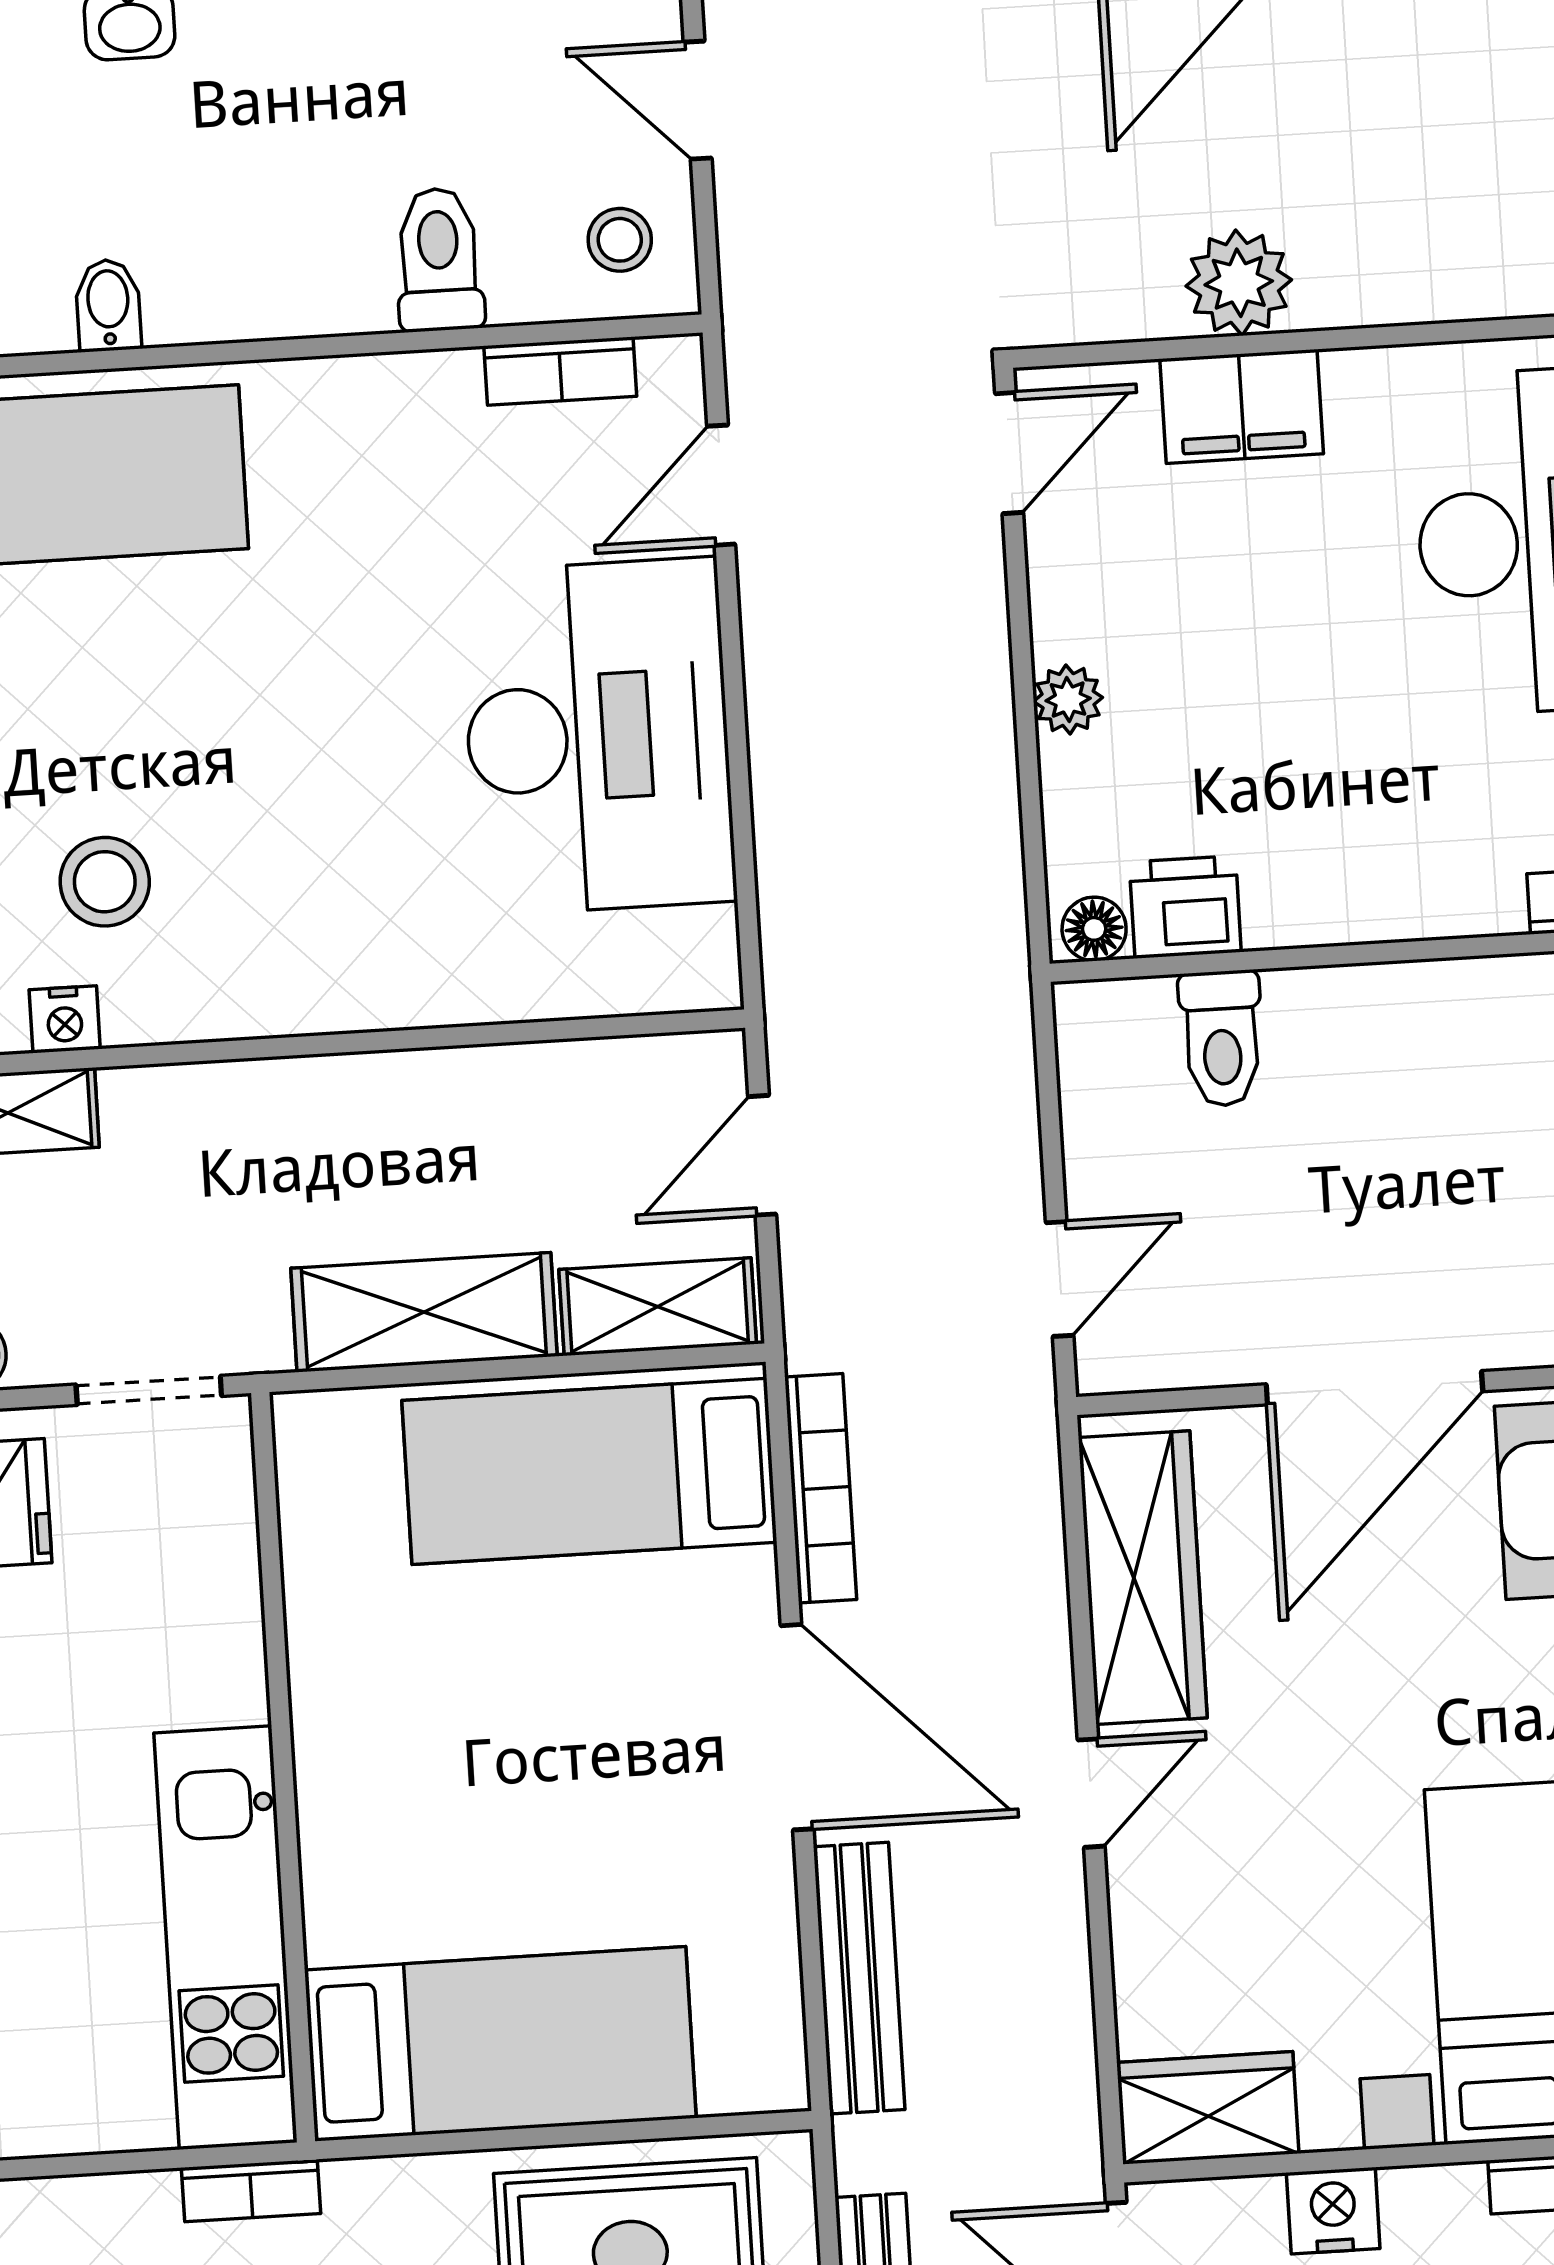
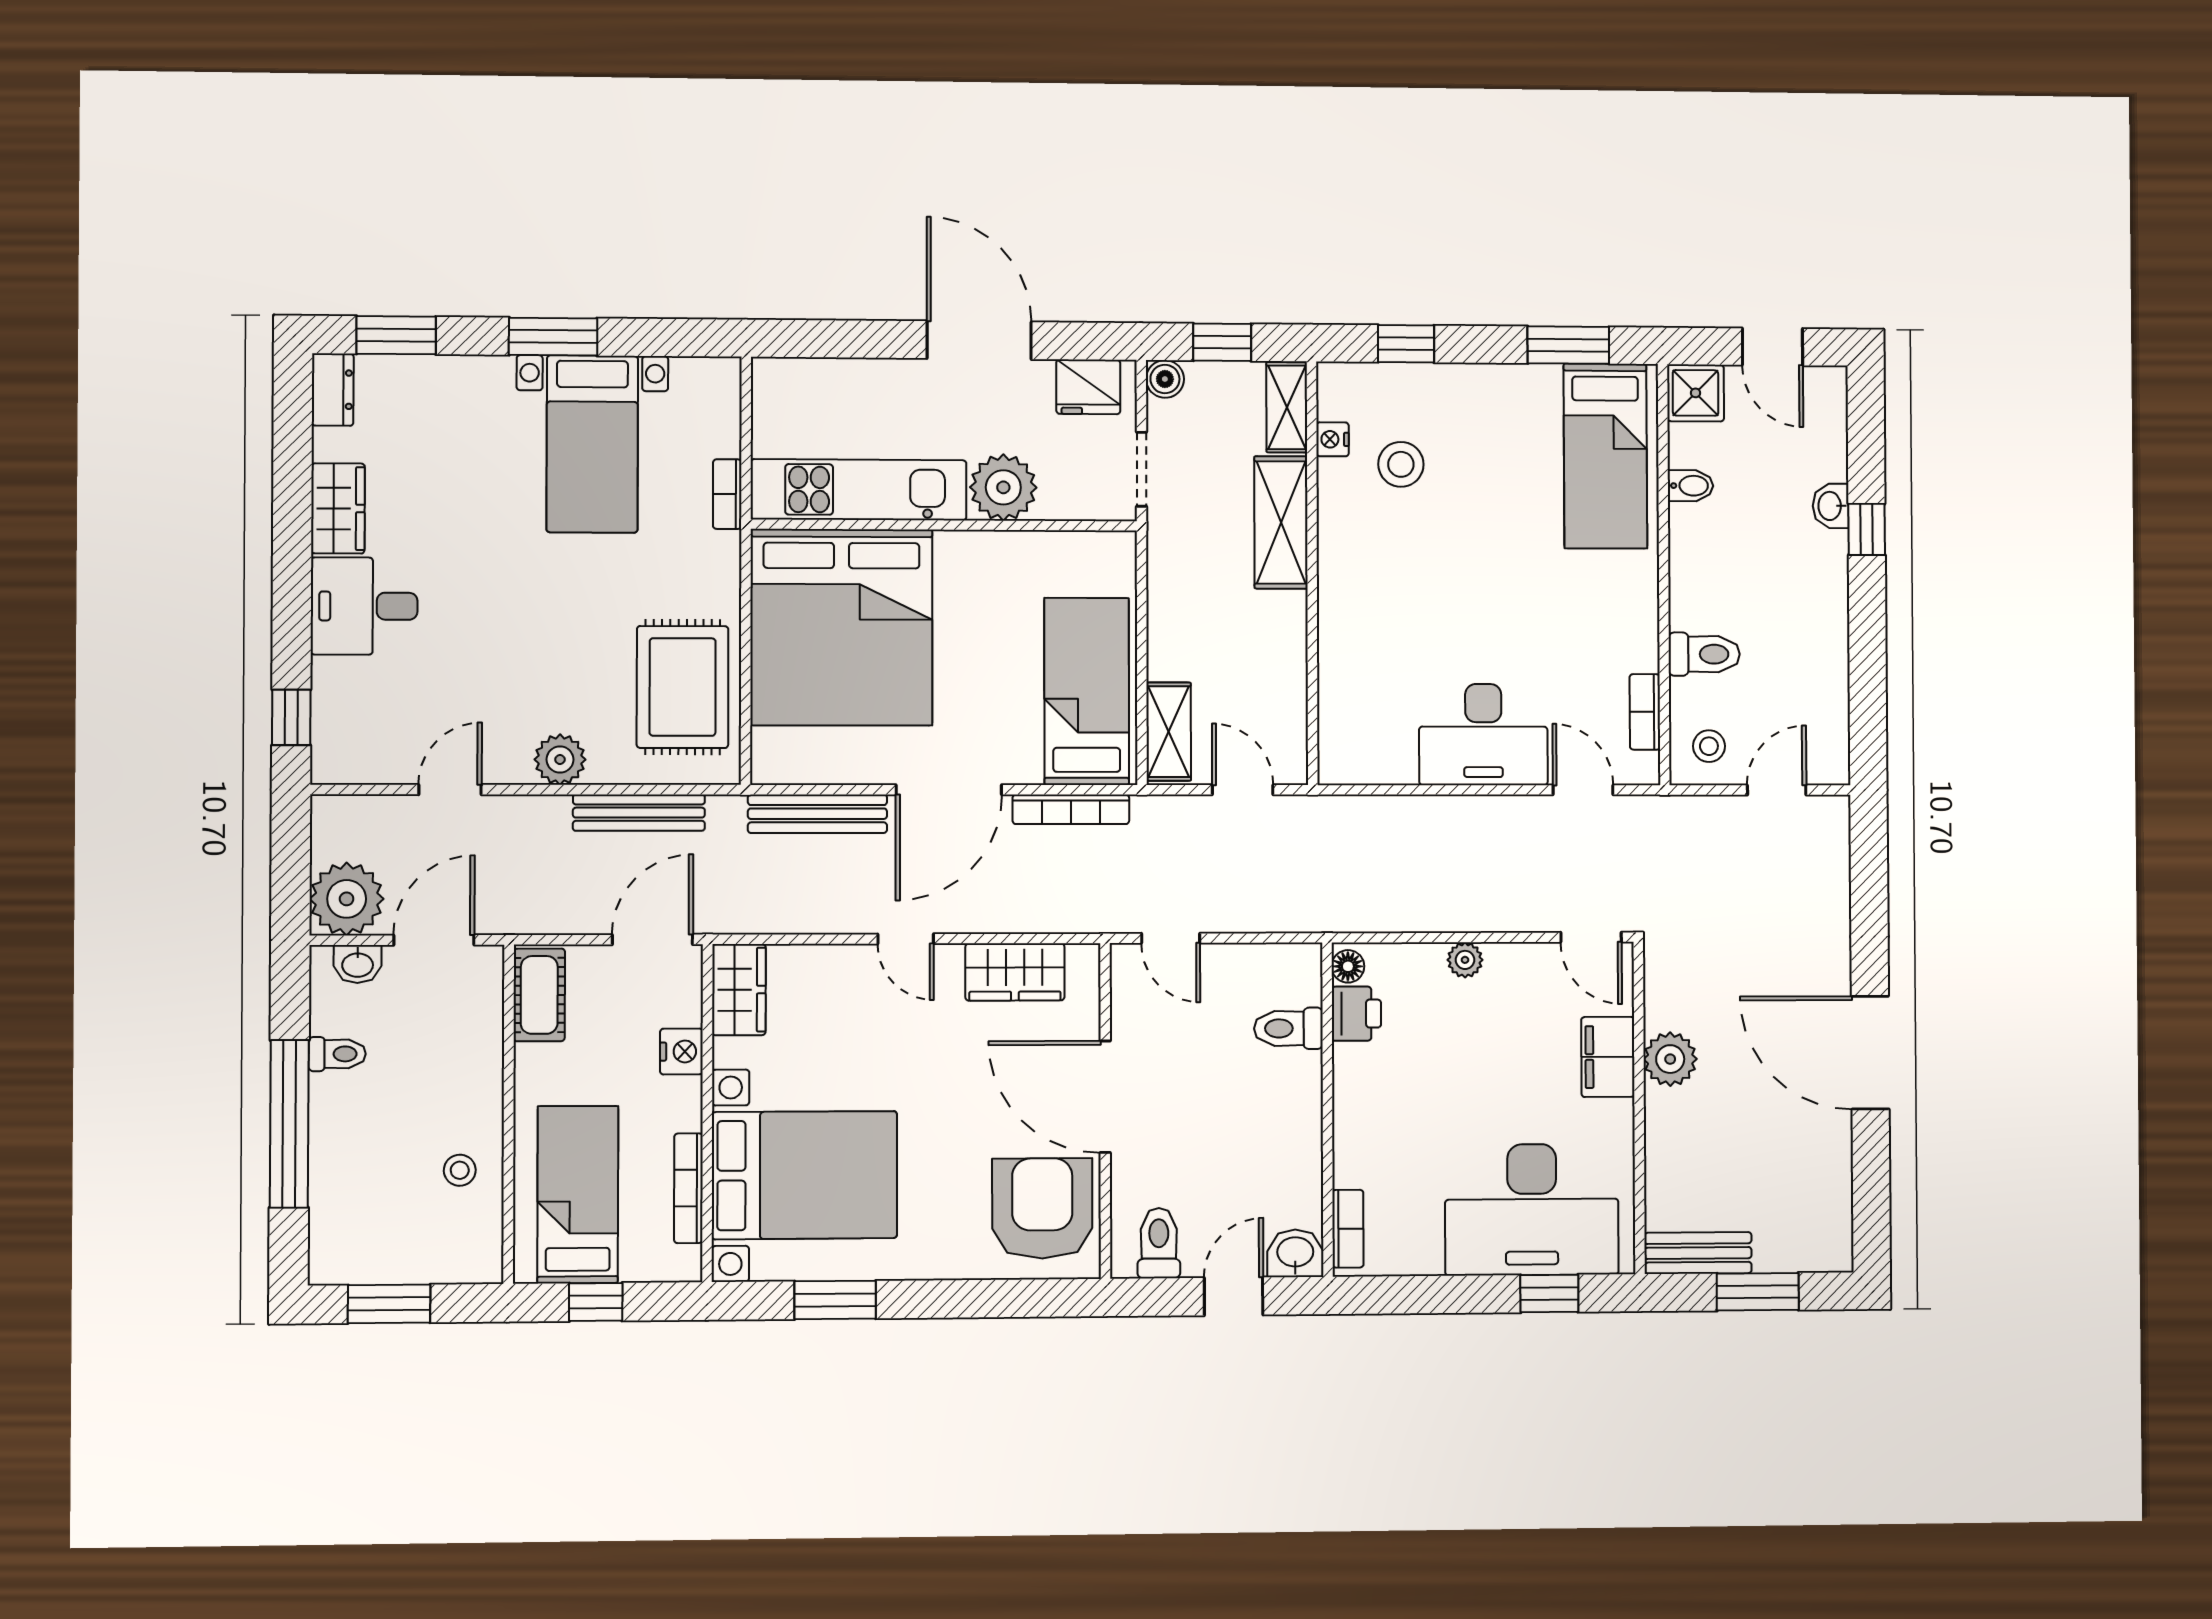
desk: (598, 736) -> (1483, 735), width x0.73, depth x0.77
shelving: (424, 1312) -> (1281, 522), moved
wardrobe: (1143, 1578) -> (1015, 972), width x0.67
plant: (202, 1657) -> (1003, 487), added
bed: (500, 2044) -> (841, 627), width x2.04

